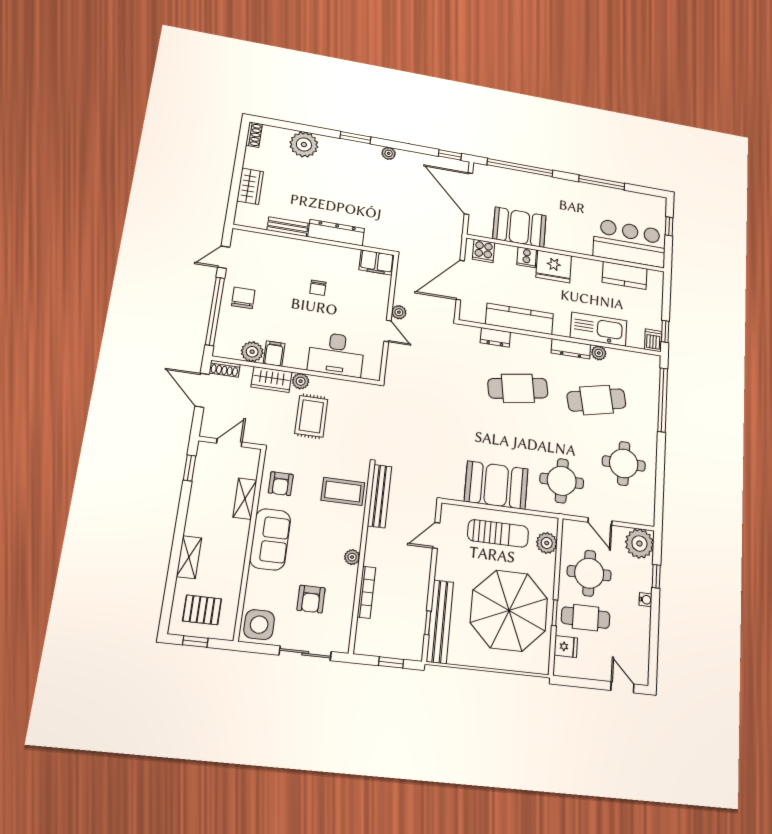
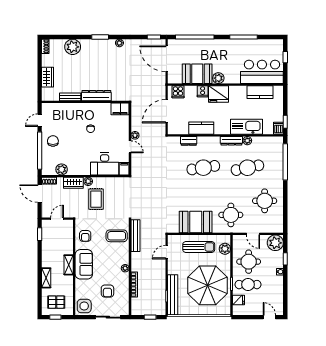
plant: (555, 240) -> (218, 78), added
kitchen counter: (519, 319) -> (201, 128), width x0.67
filing cabinet: (274, 354) -> (124, 169), moved
shelving: (245, 499) -> (69, 265), moved

